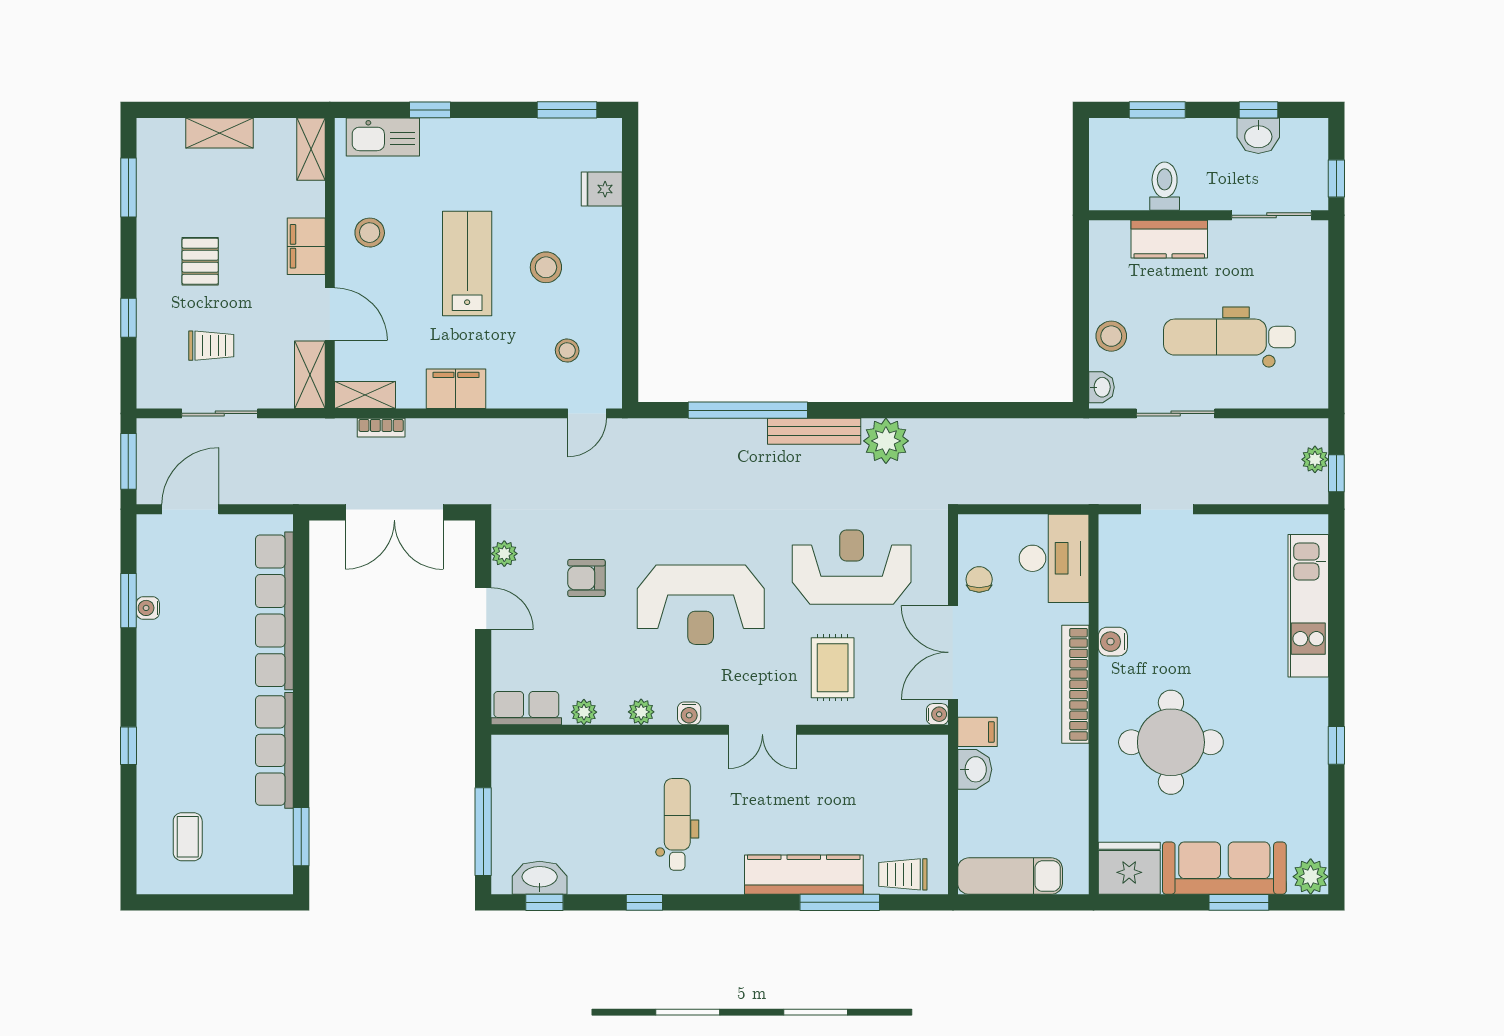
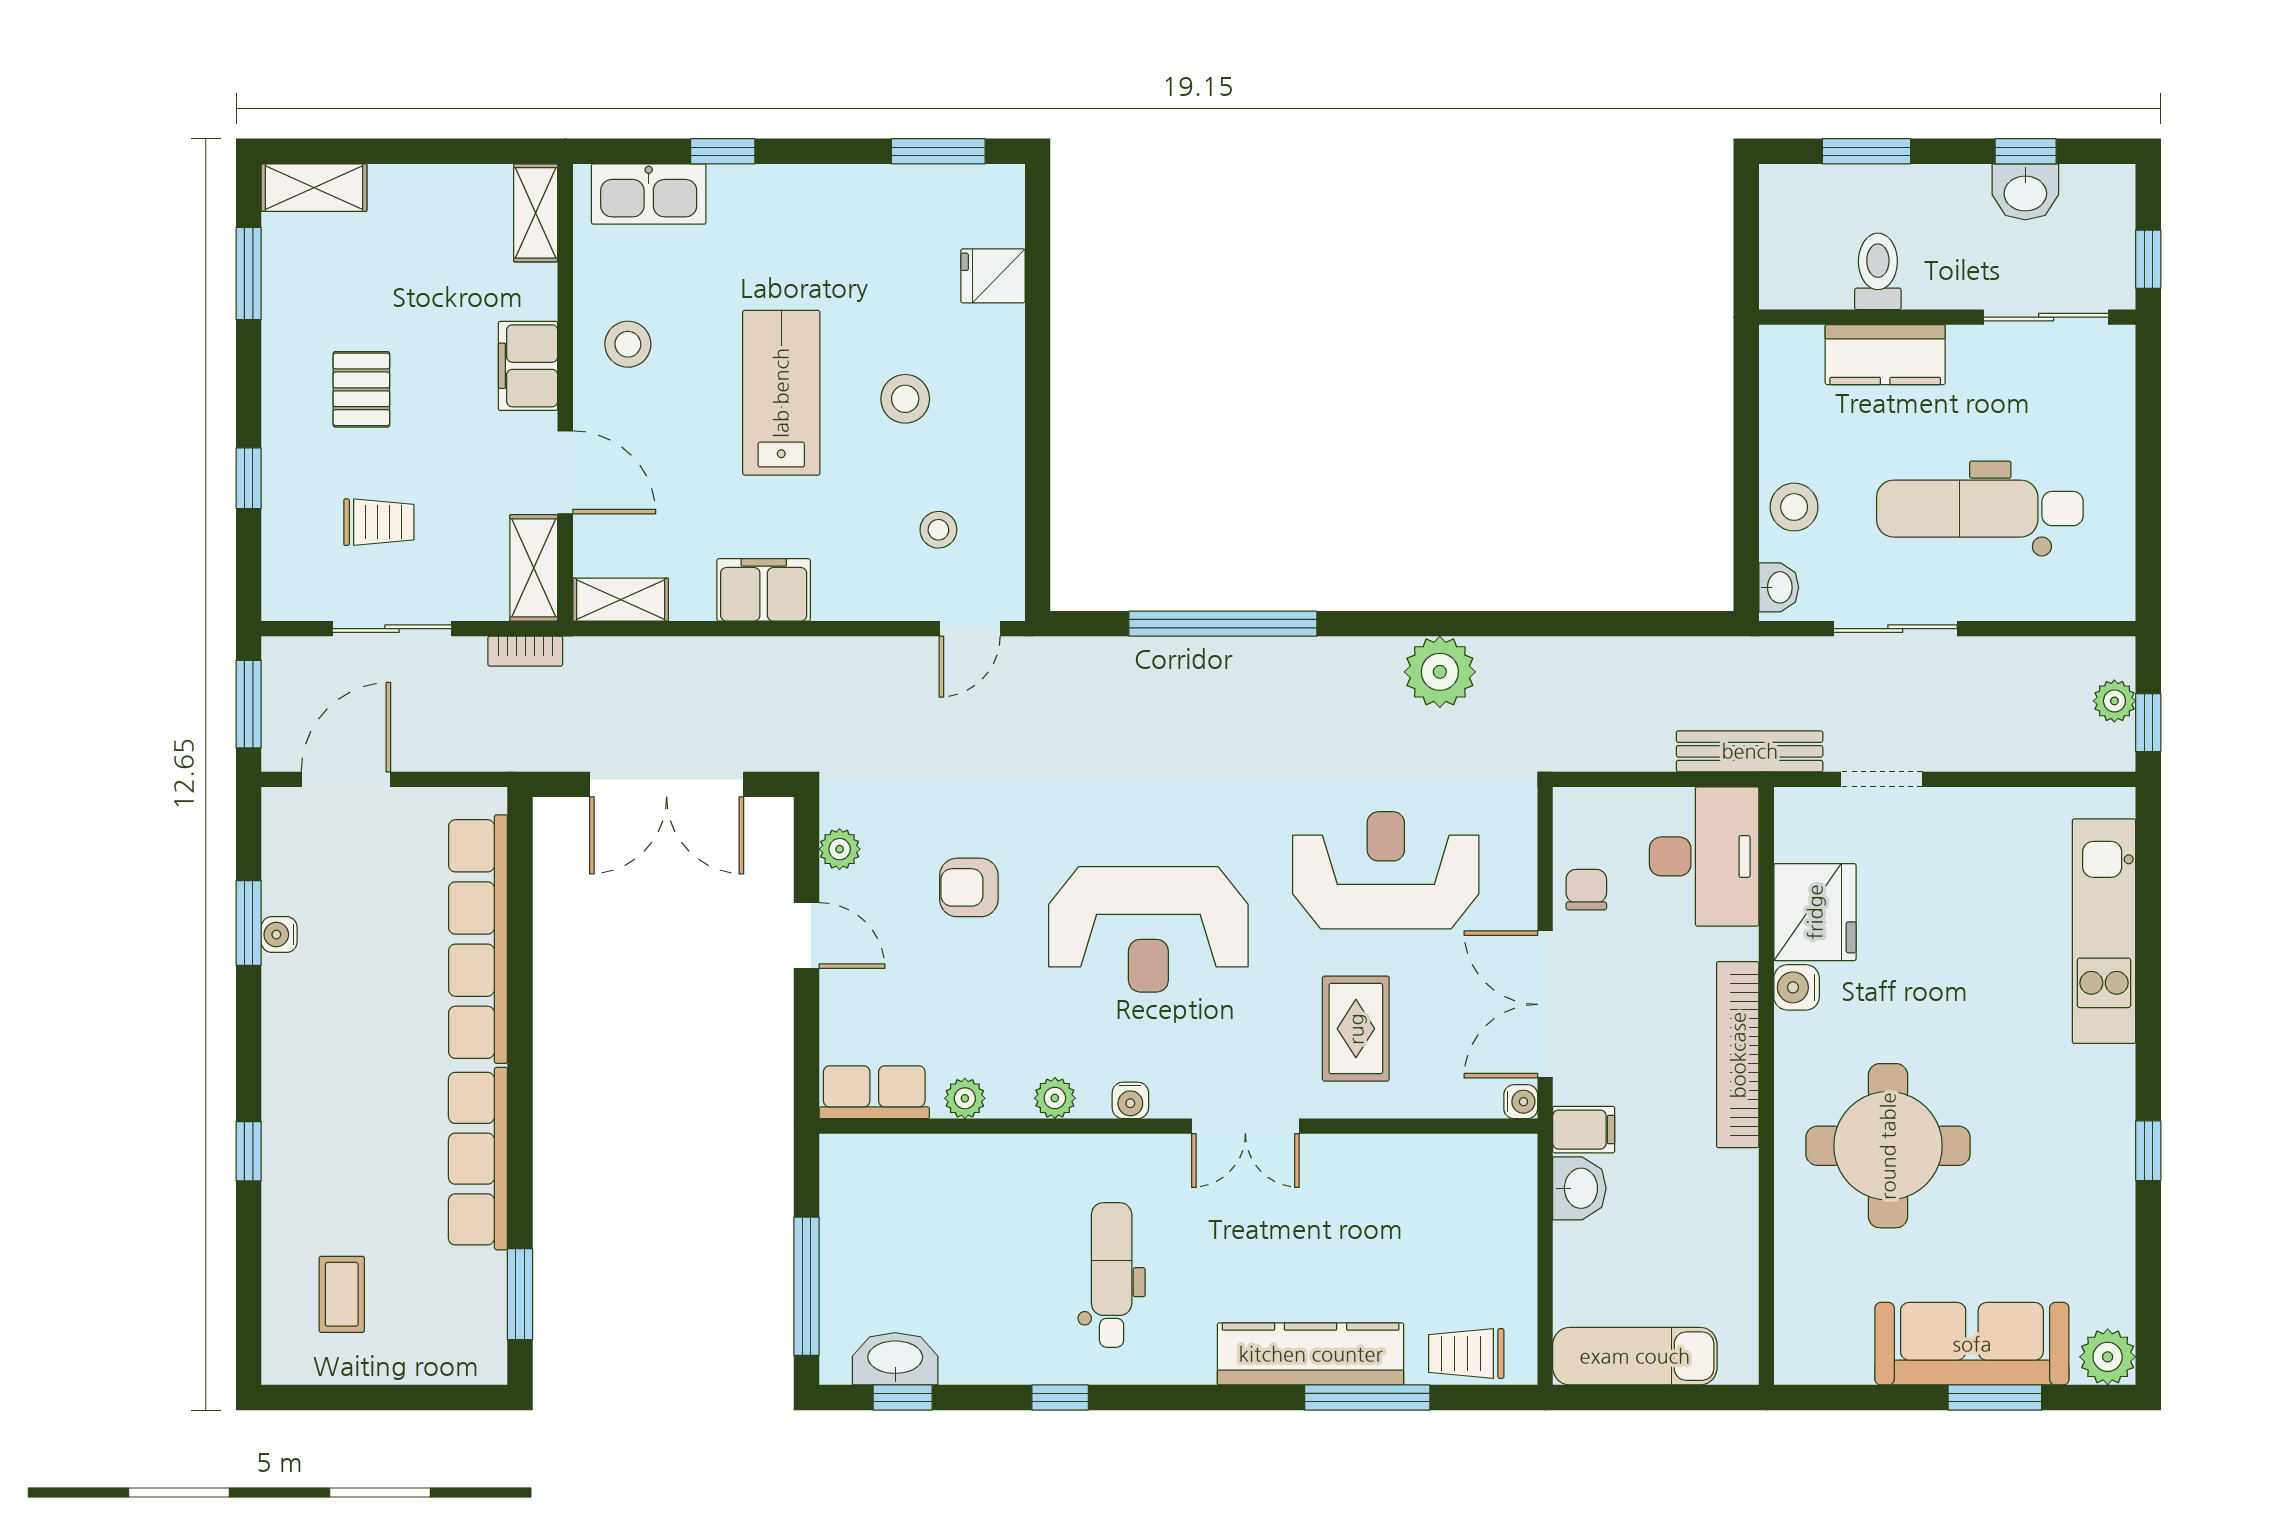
shelving: (219, 133) -> (314, 188), moved
bookcase: (381, 428) -> (525, 651), moved
bench: (814, 431) -> (1750, 751), moved
fridge: (1129, 868) -> (1815, 912), moved, turned 90

